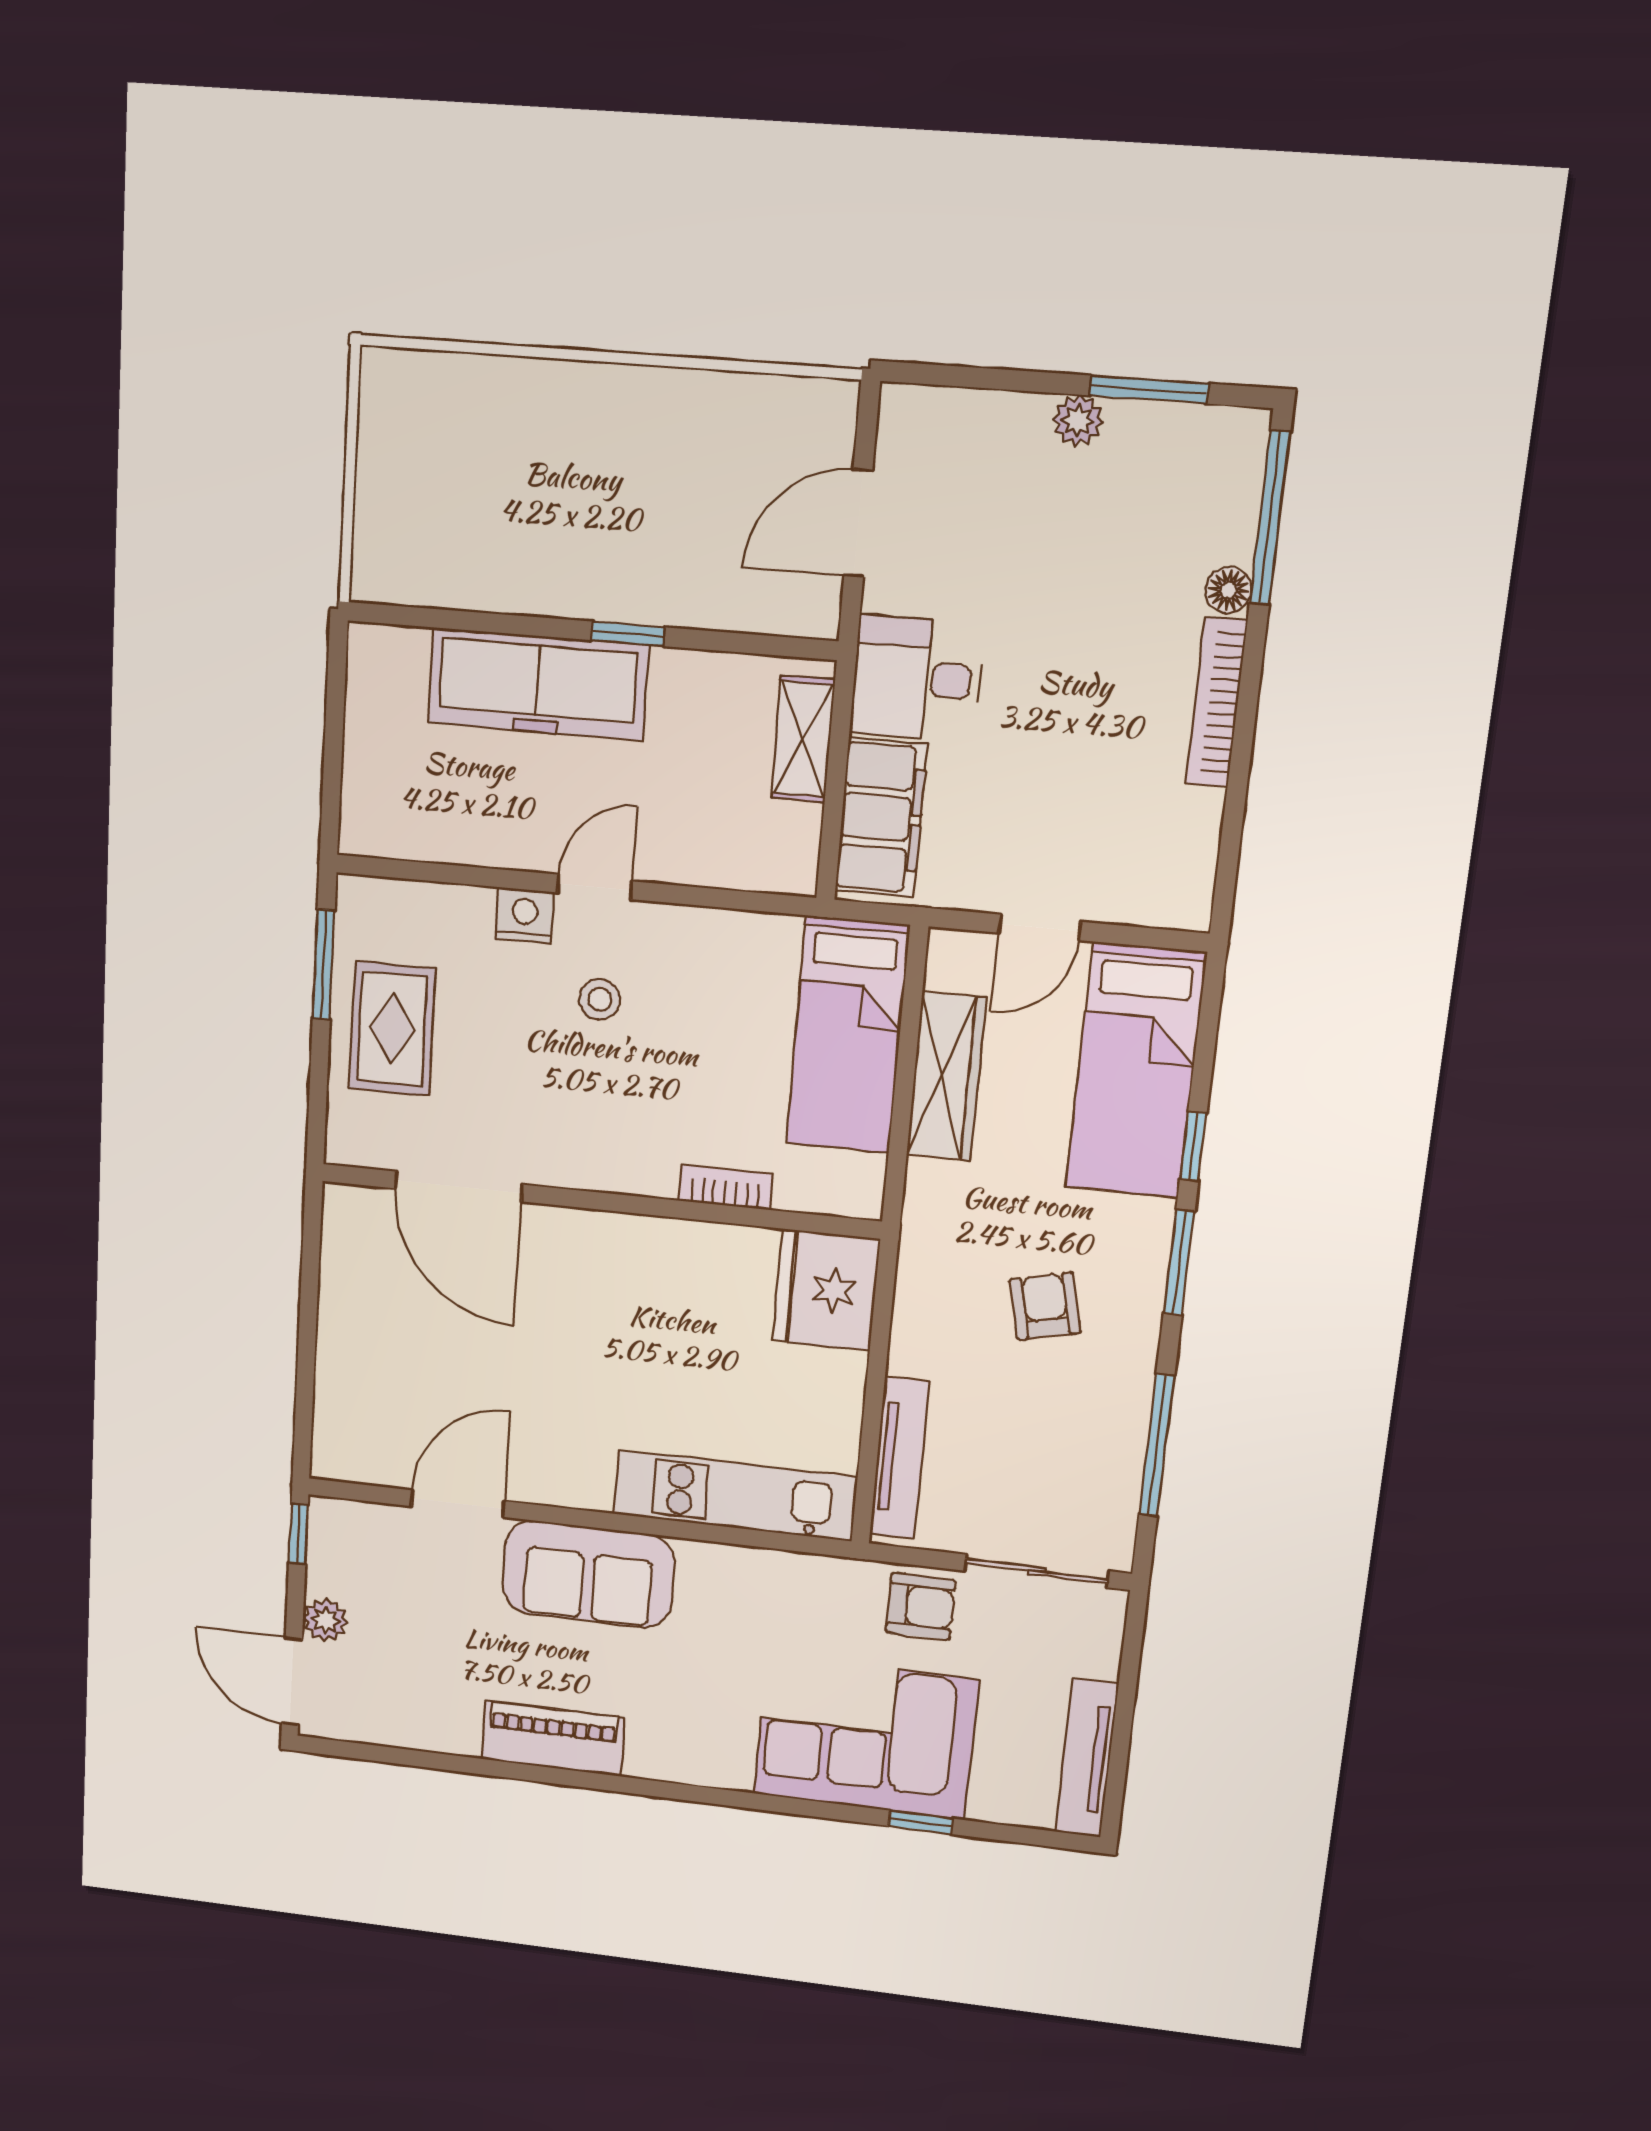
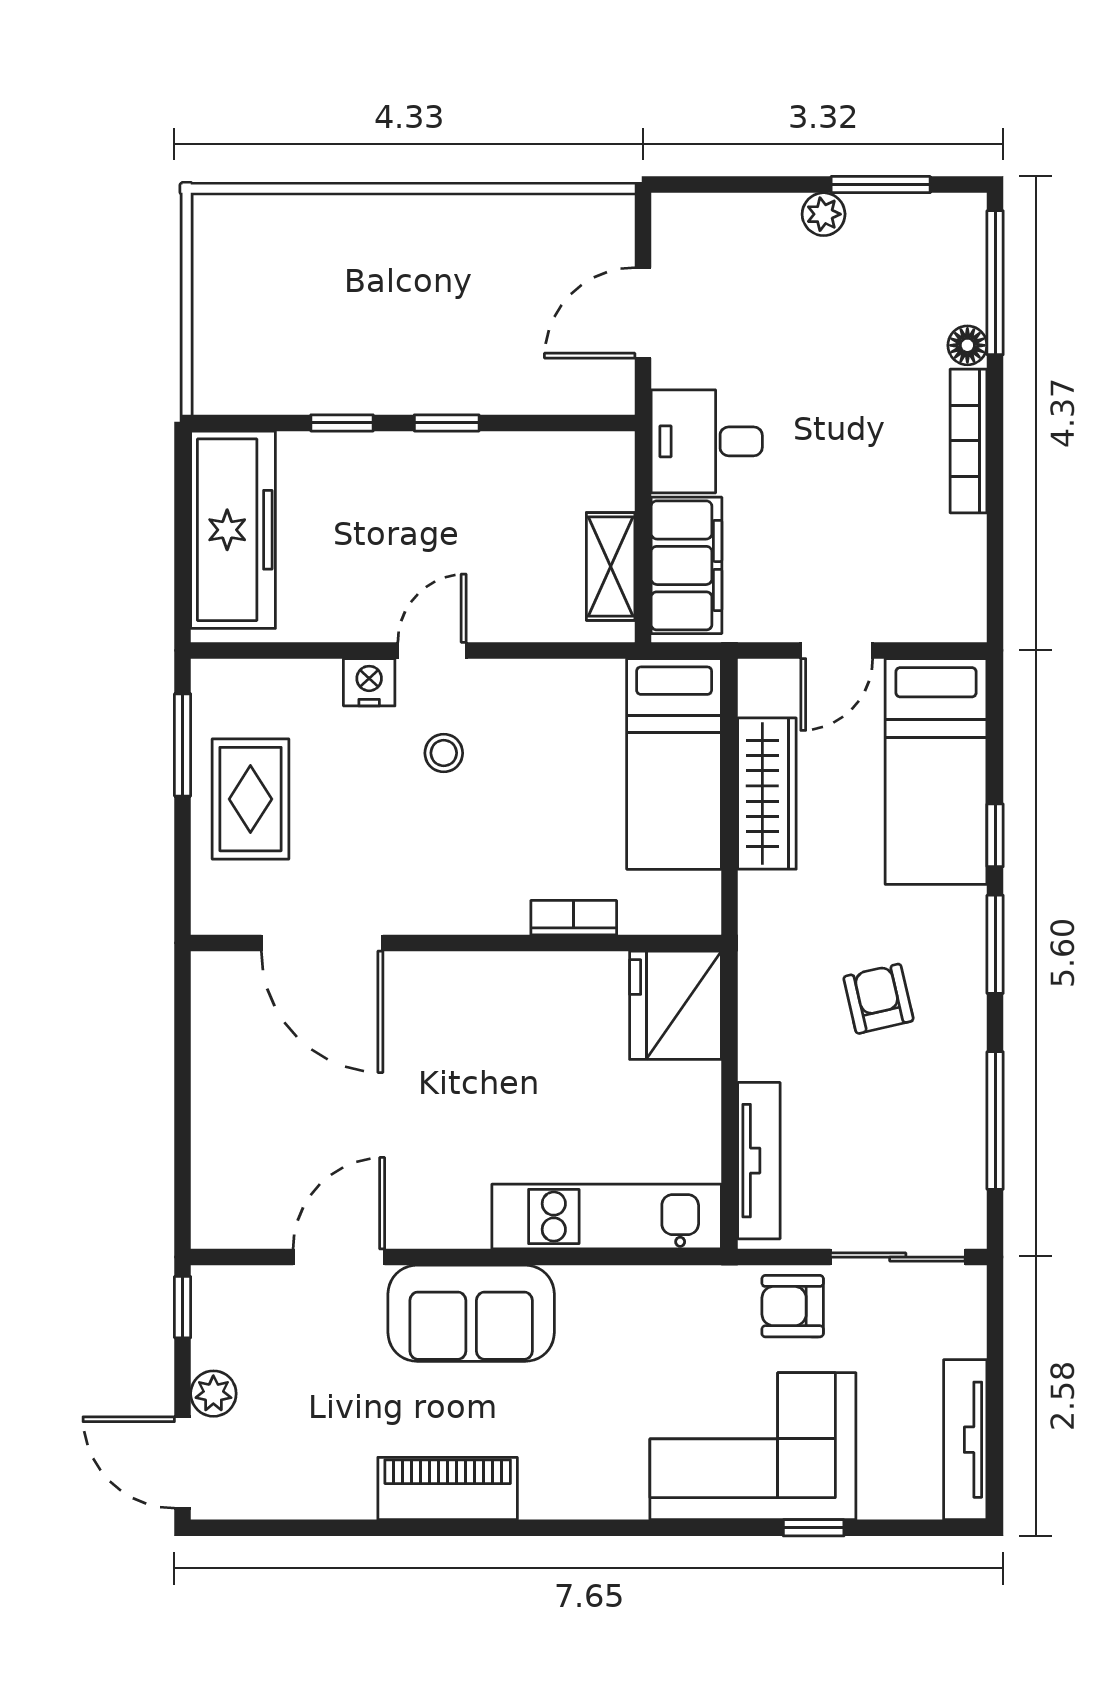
window: (513, 625) -> (342, 423), added
freezer: (538, 684) -> (233, 530), moved, turned -90
shelving: (803, 739) -> (611, 566), moved
armchair: (921, 1606) -> (793, 1306), turned 180

